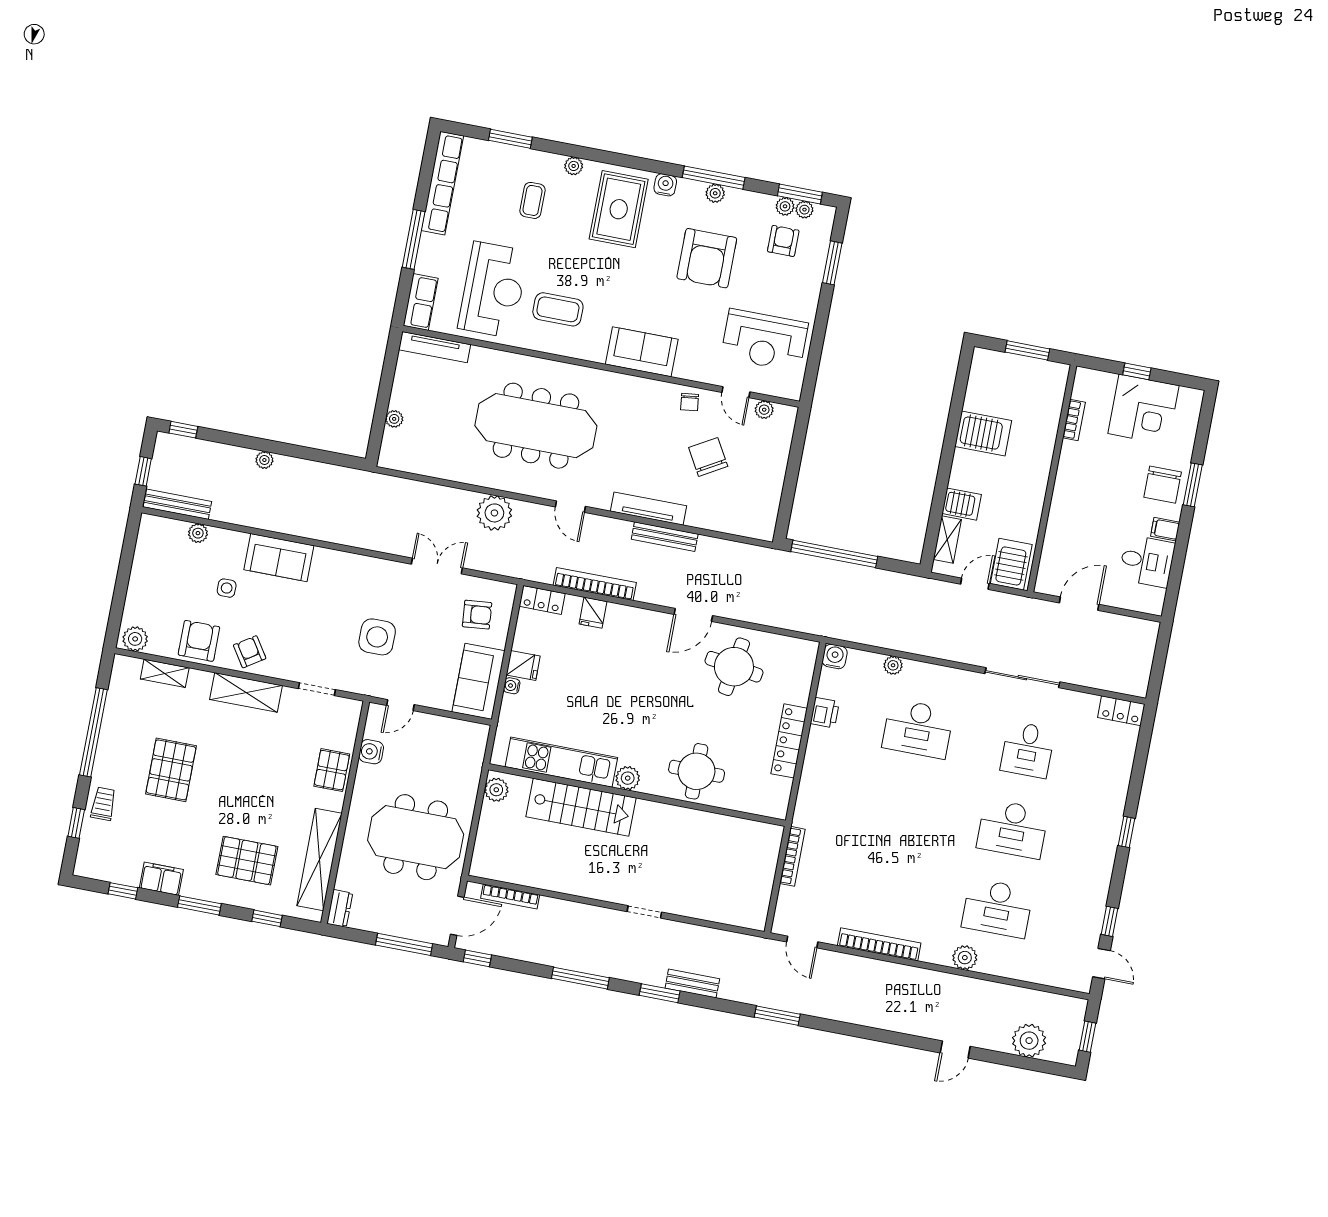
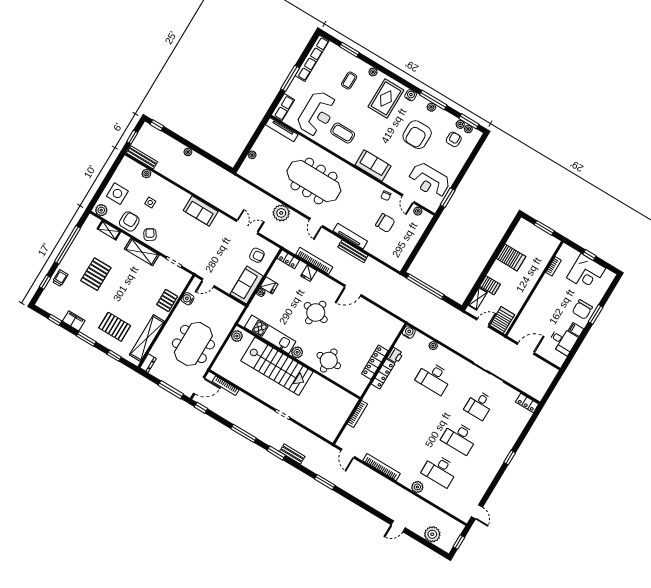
window: (832, 263) -> (448, 198), moved
chair: (708, 457) -> (385, 223), turned 120
sofa: (279, 558) -> (201, 211), moved
side table: (377, 637) -> (117, 194), moved
round table: (734, 667) -> (316, 313), moved
locker: (814, 758) -> (383, 374), added
stairs: (581, 807) -> (277, 366), width x1.36, depth x1.51
meeting table: (416, 837) -> (193, 344), turned 90
window: (1109, 921) -> (487, 495), removed

